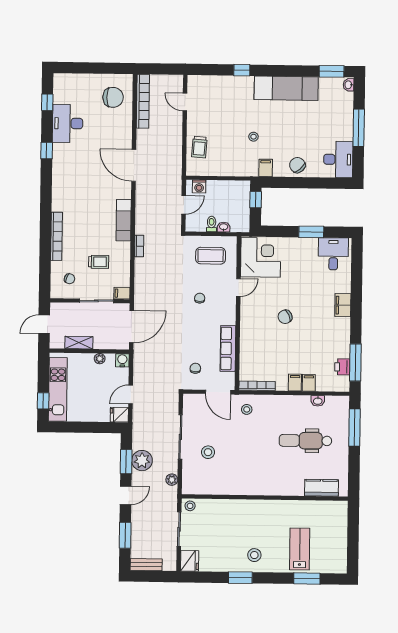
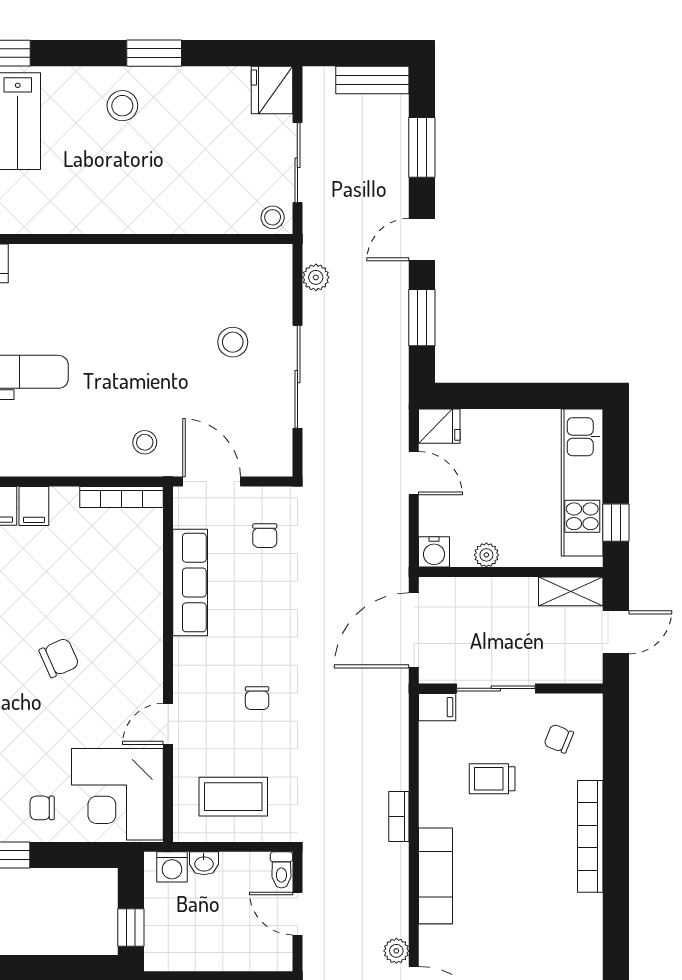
washing machine: (199, 187) -> (172, 867), moved, turned 180
door: (184, 205) -> (297, 914), hinge flipped
toilet: (212, 224) -> (281, 870), moved
chair: (293, 252) -> (42, 808), added
shelving: (79, 343) -> (571, 591), moved
door: (131, 394) -> (414, 473), hinge flipped
window: (43, 401) -> (616, 523), moved
plant: (142, 461) -> (396, 951), moved, width x0.53, depth x0.53

